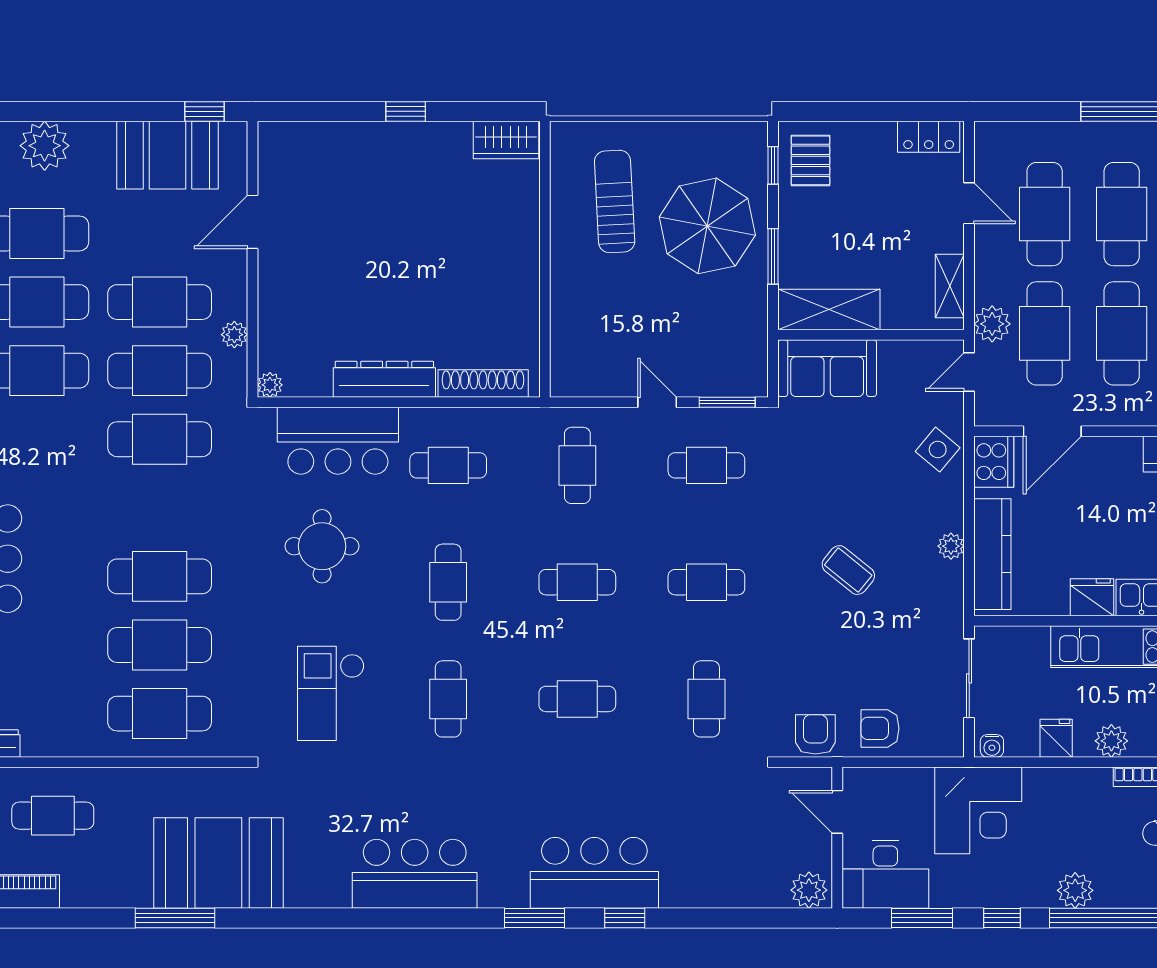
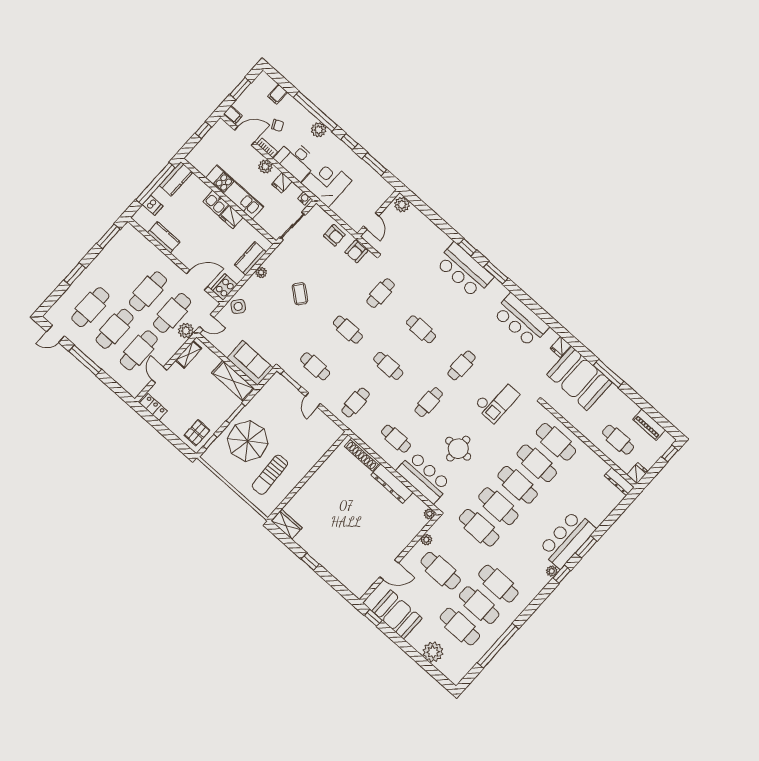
cafe table: (160, 371) -> (498, 506), moved
kitchen counter: (992, 554) -> (250, 258), width x0.67
desk: (885, 874) -> (296, 160), moved, turned 180
fridge: (302, 889) -> (560, 347), added

